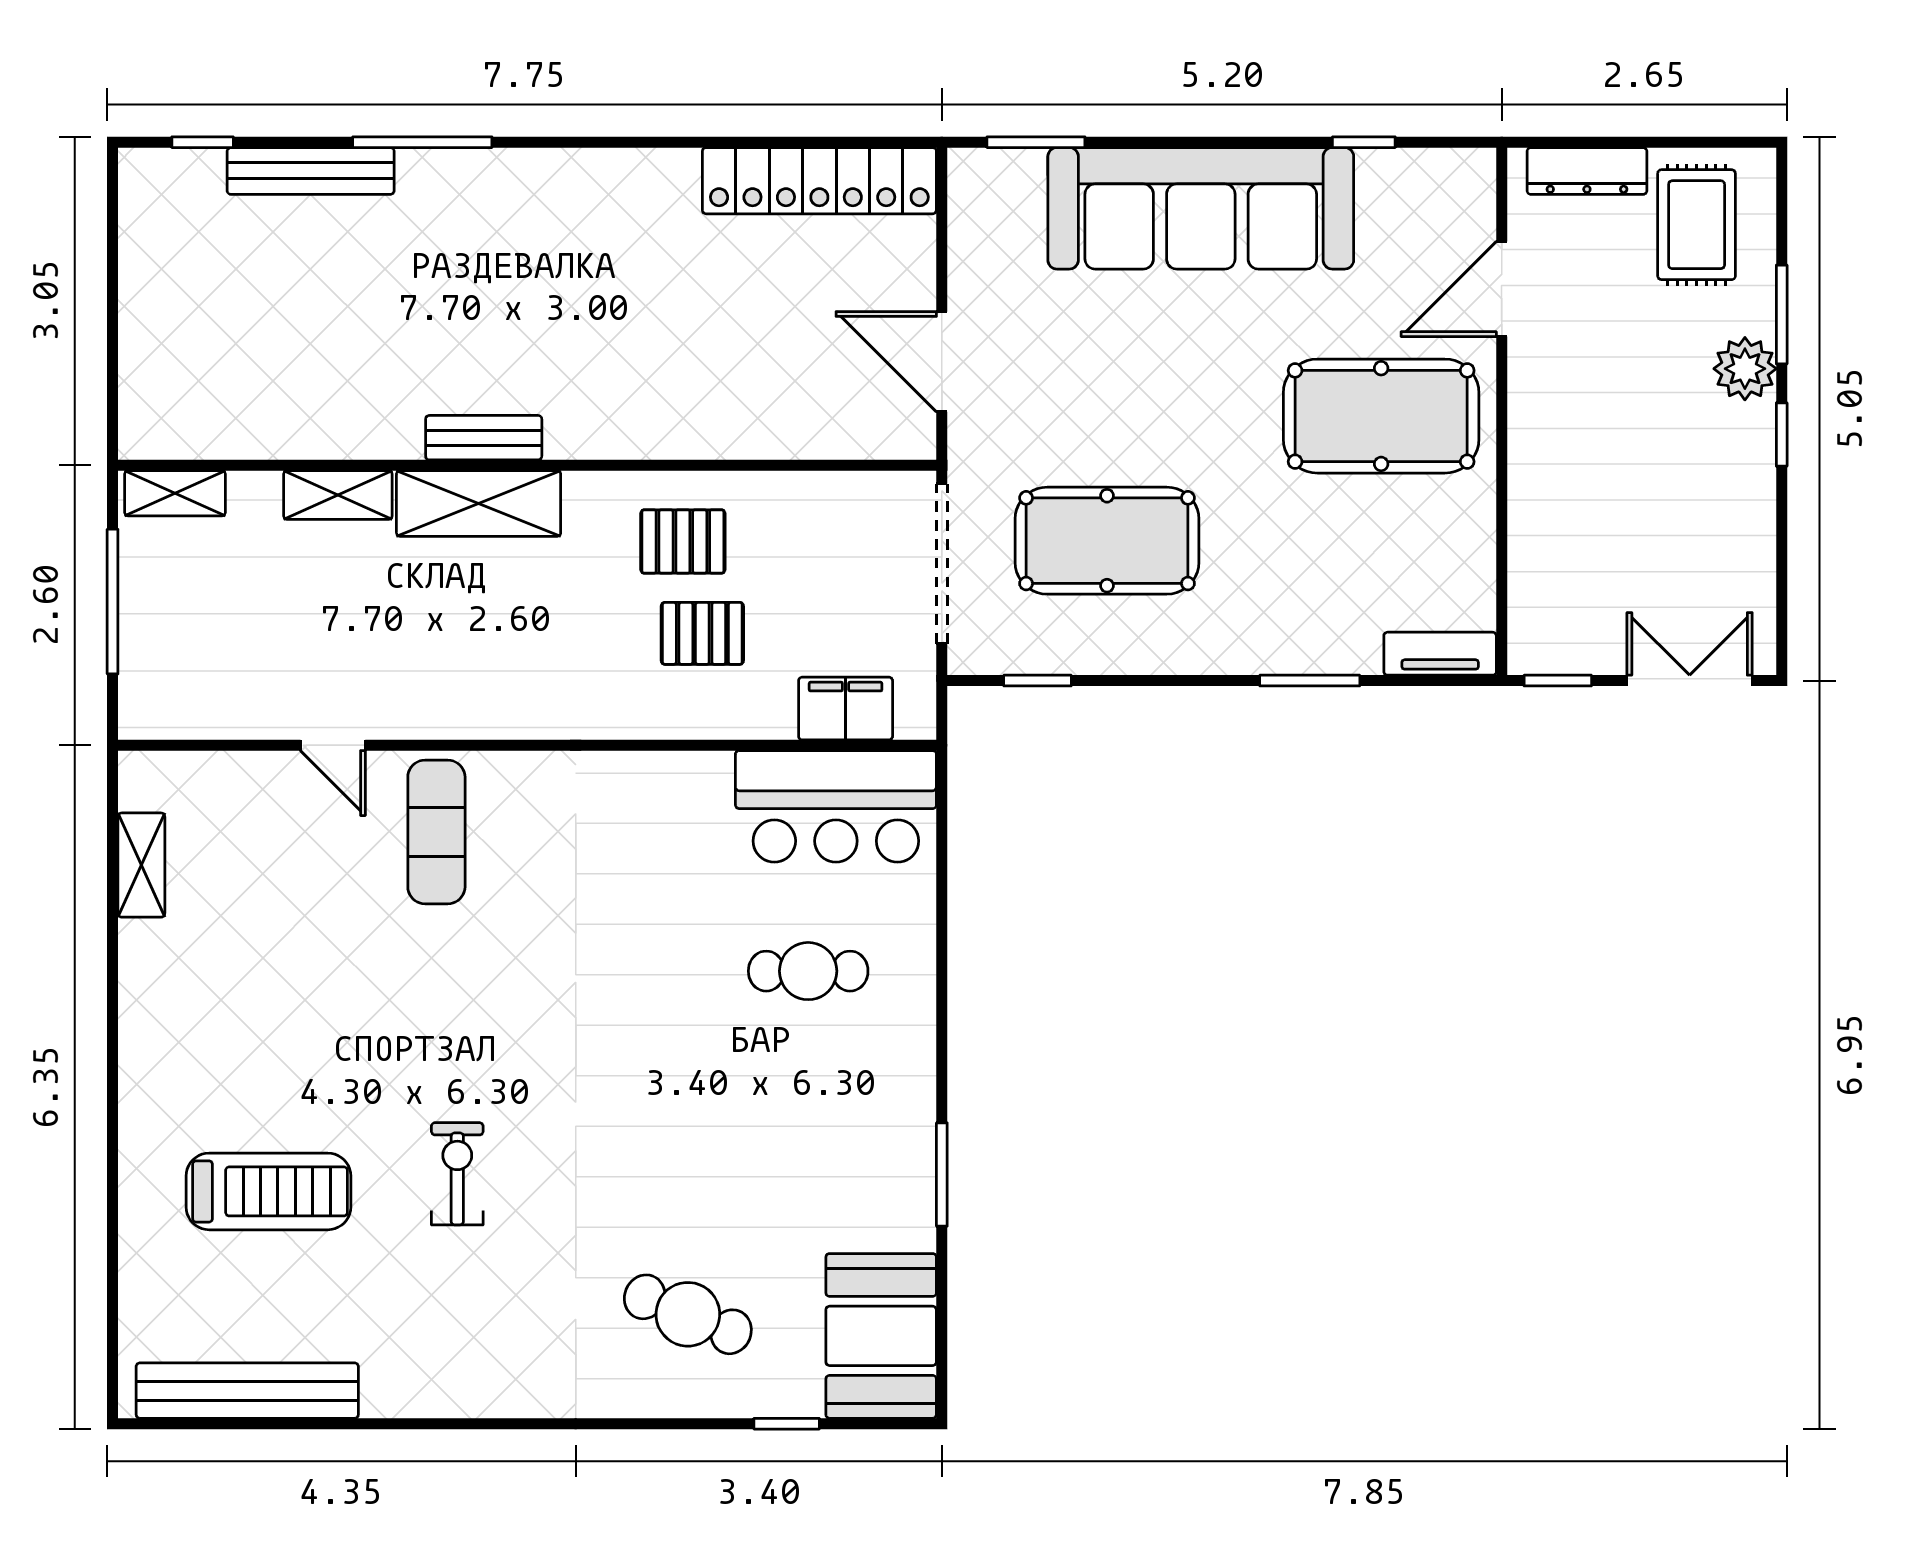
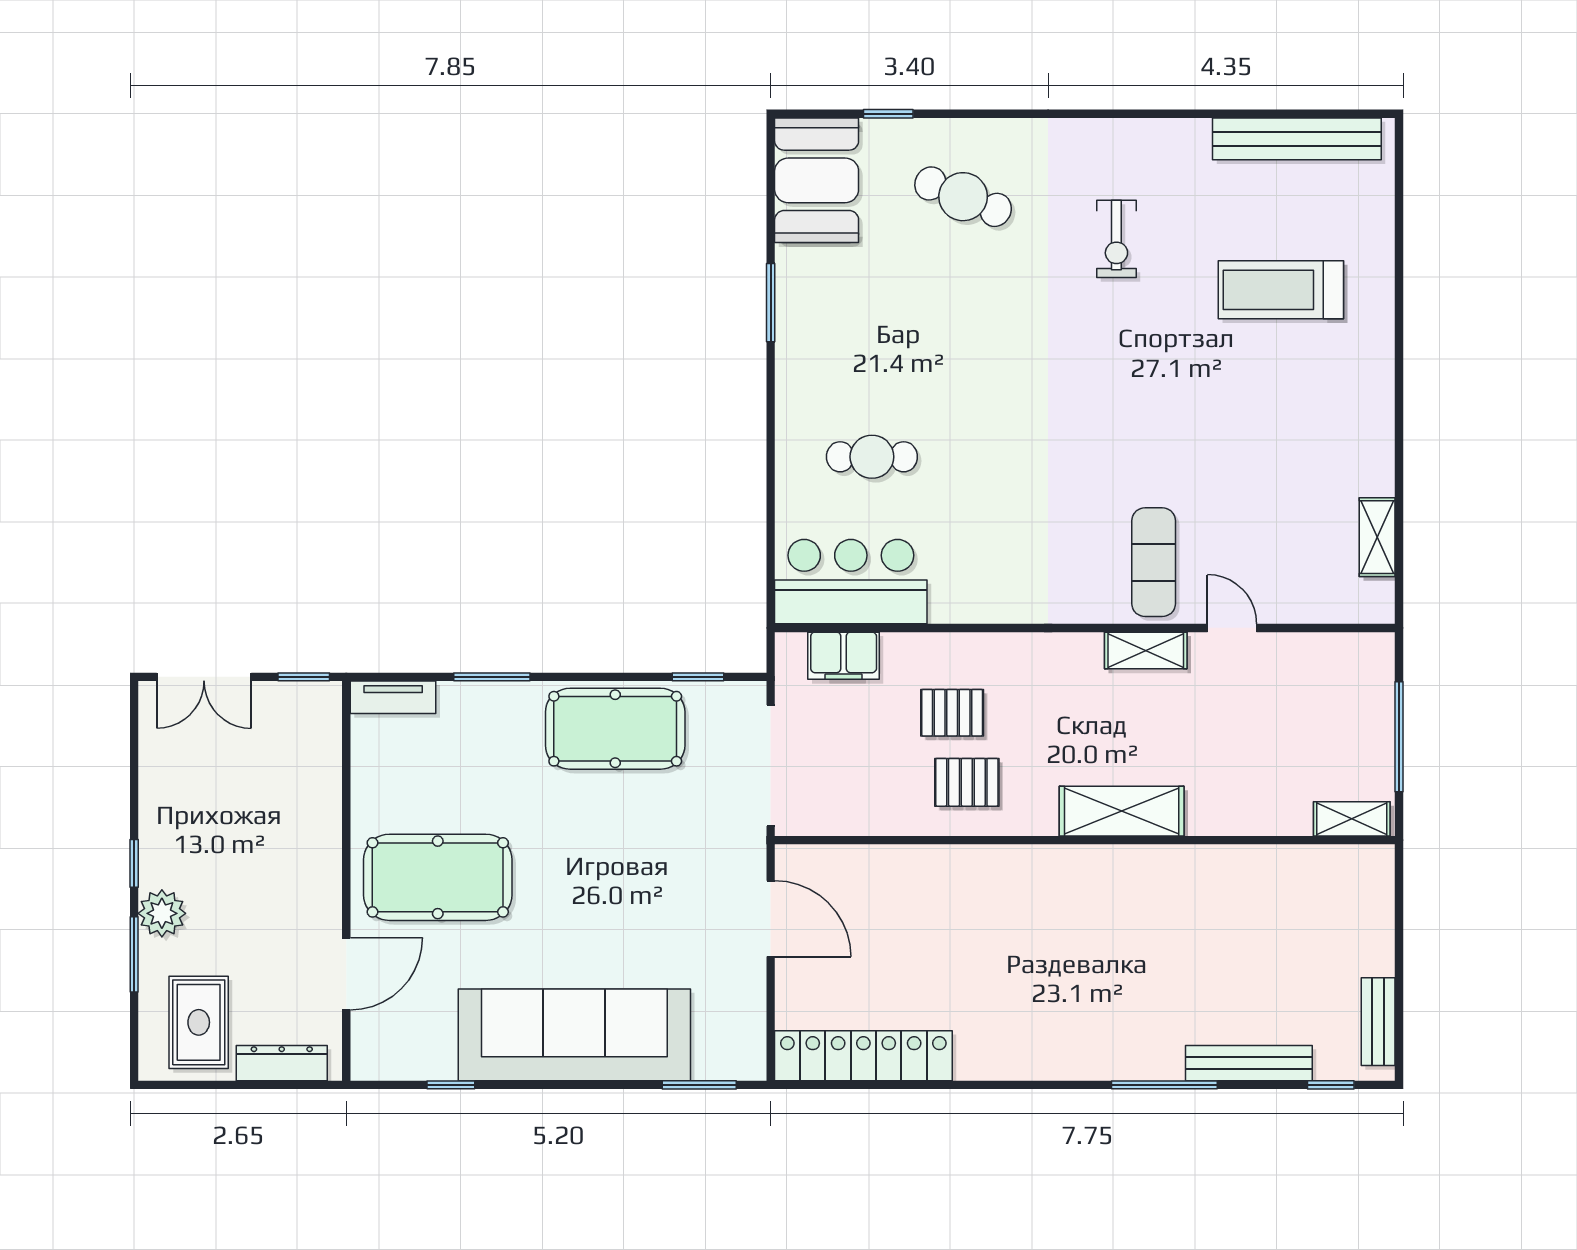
bench: (484, 438) -> (1378, 1022), moved, turned 90
shelving: (338, 495) -> (1146, 651), moved
pool table: (1107, 541) -> (615, 729), moved
exercise bike: (457, 1174) -> (1116, 239), moved

